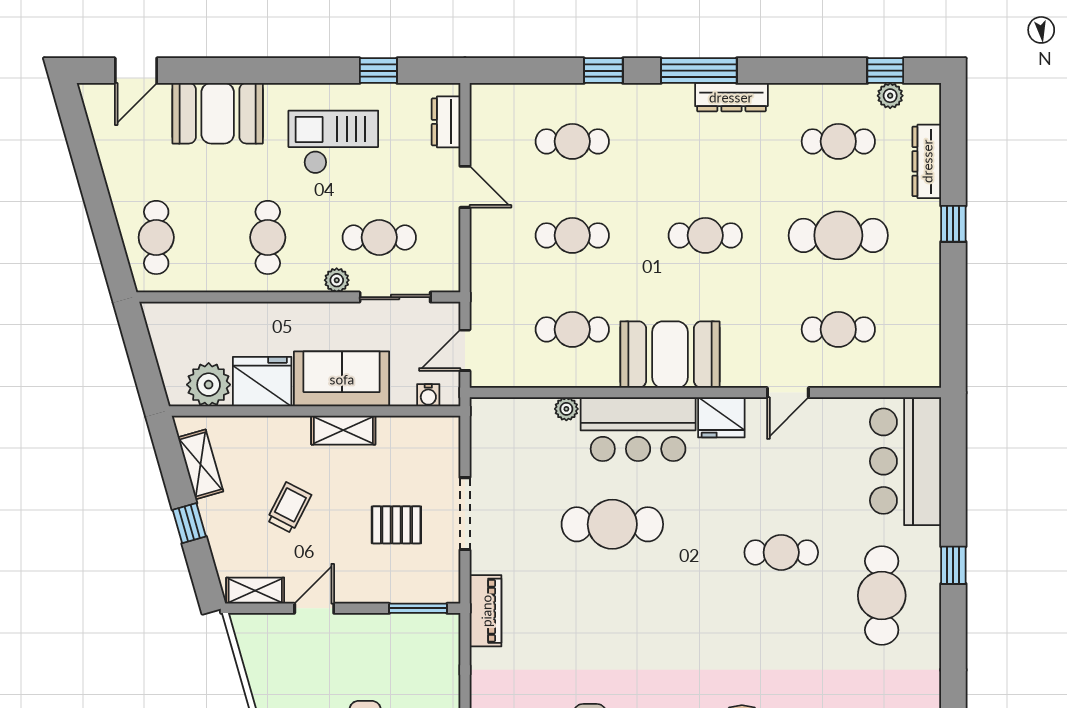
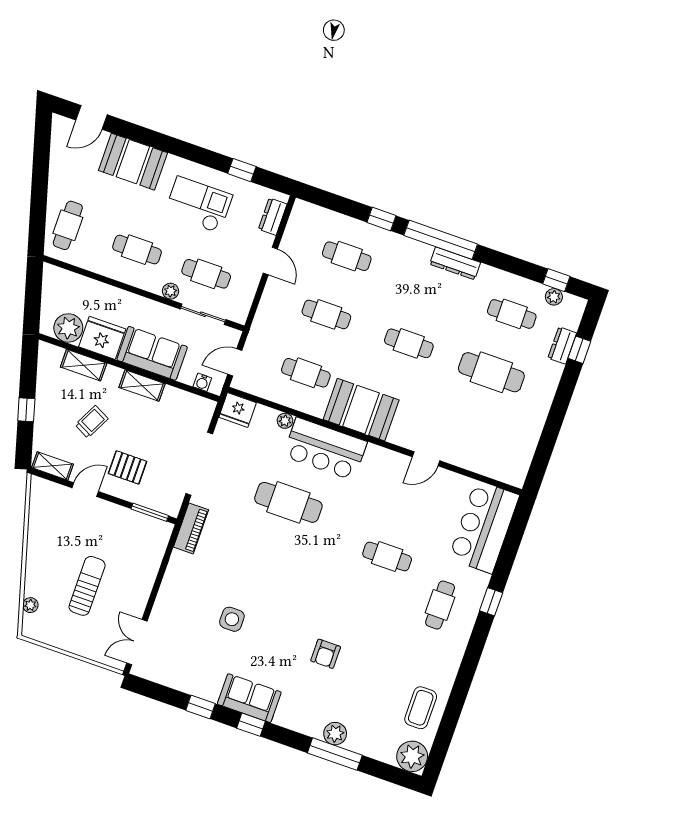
window: (699, 71) -> (441, 240), width x1.46
dresser: (927, 161) -> (562, 346), width x0.70
window: (953, 224) -> (579, 350), moved
cafe table: (268, 237) -> (137, 250), turned 90
cafe table: (838, 329) -> (471, 431), removed
fridge: (721, 417) -> (238, 410), moved
shelving: (200, 464) -> (84, 365), moved, turned -74
doorway: (465, 514) -> (199, 464), width x1.36
pallet: (396, 525) -> (128, 467), moved
cafe table: (882, 596) -> (440, 605), width x0.73, depth x0.74

